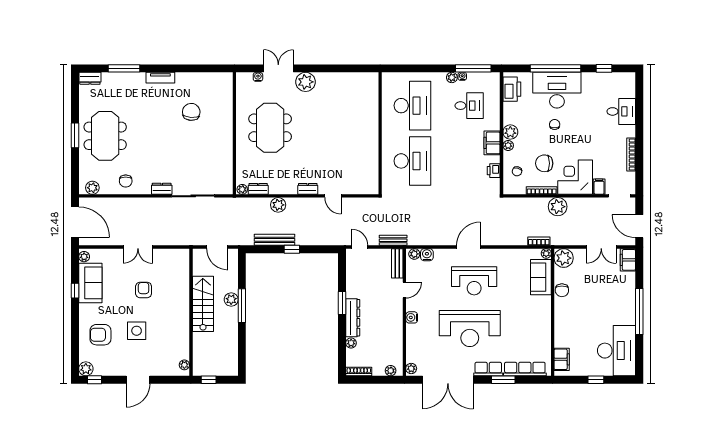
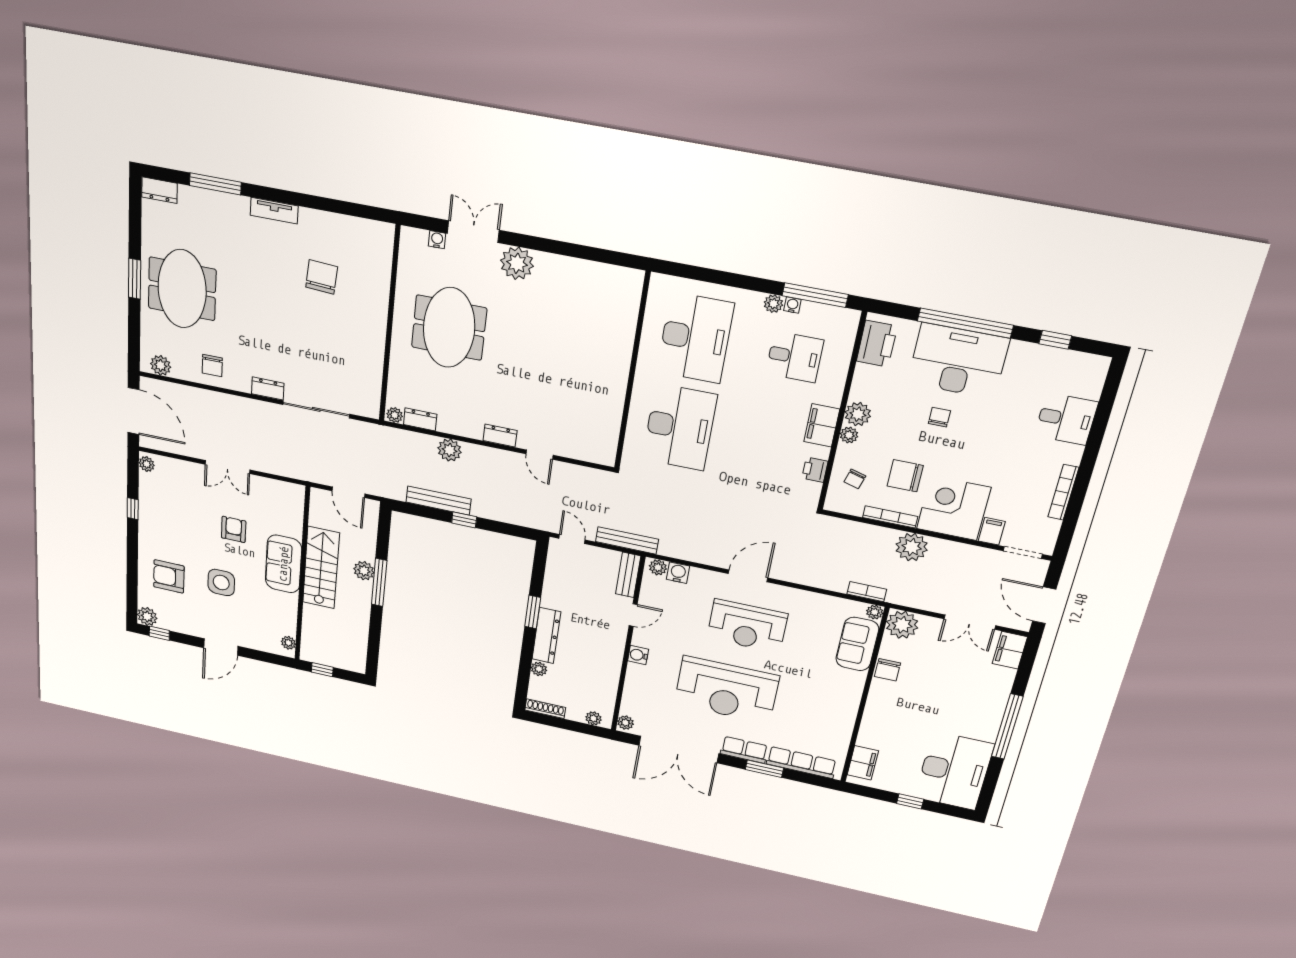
bench: (393, 240) -> (627, 540), width x1.36
sofa: (90, 283) -> (283, 564), moved, turned 180

